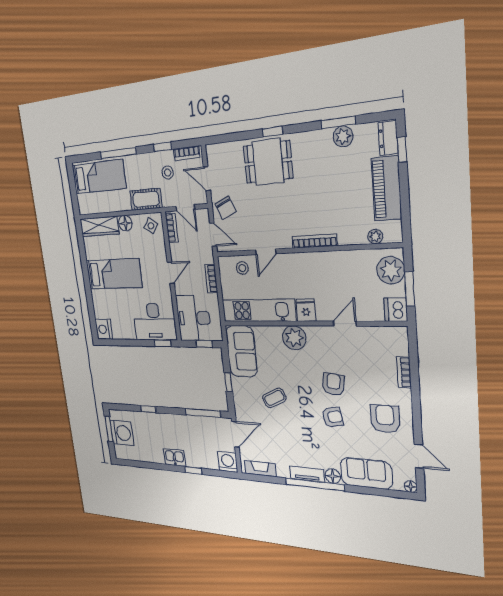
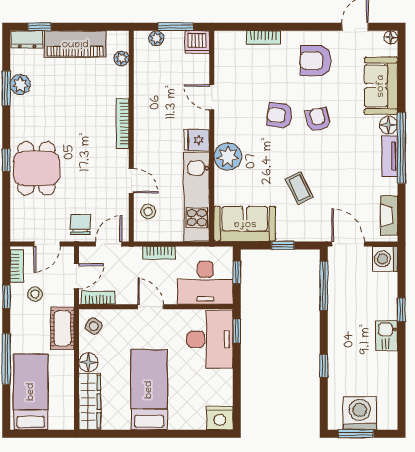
chair: (226, 208) -> (80, 225), turned -67
plant: (391, 270) -> (156, 38), width x0.53, depth x0.53

